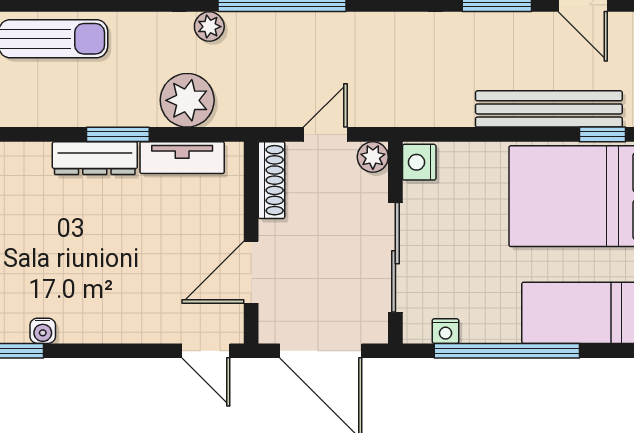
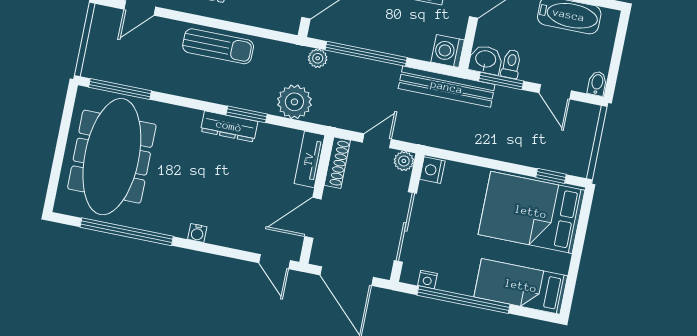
bench: (549, 109) -> (447, 87), moved
tv unit: (182, 158) -> (309, 159), moved, turned 90
water cooler: (43, 331) -> (197, 233), moved

